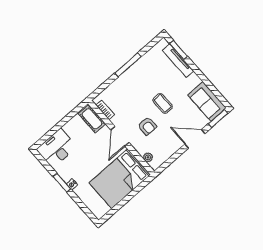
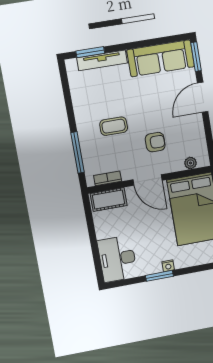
window: (128, 65) -> (78, 153), moved
sofa: (207, 101) -> (161, 58), width x1.36
coffee table: (163, 103) -> (114, 126), moved

